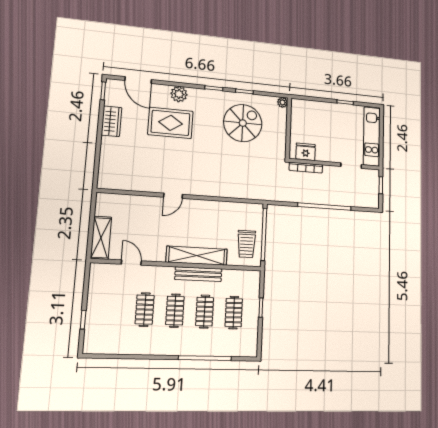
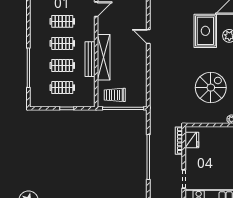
spiral stairs: (243, 123) -> (211, 88), turned -90

